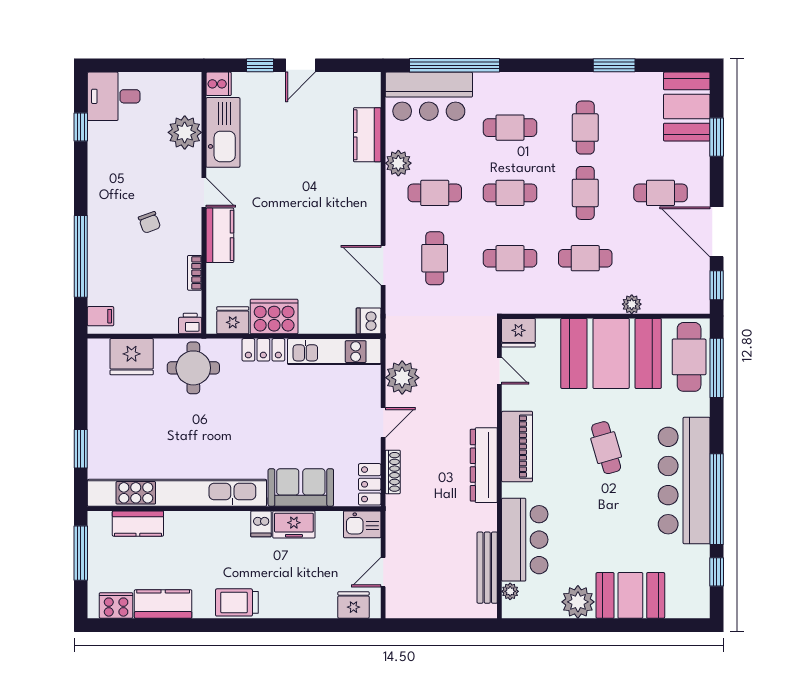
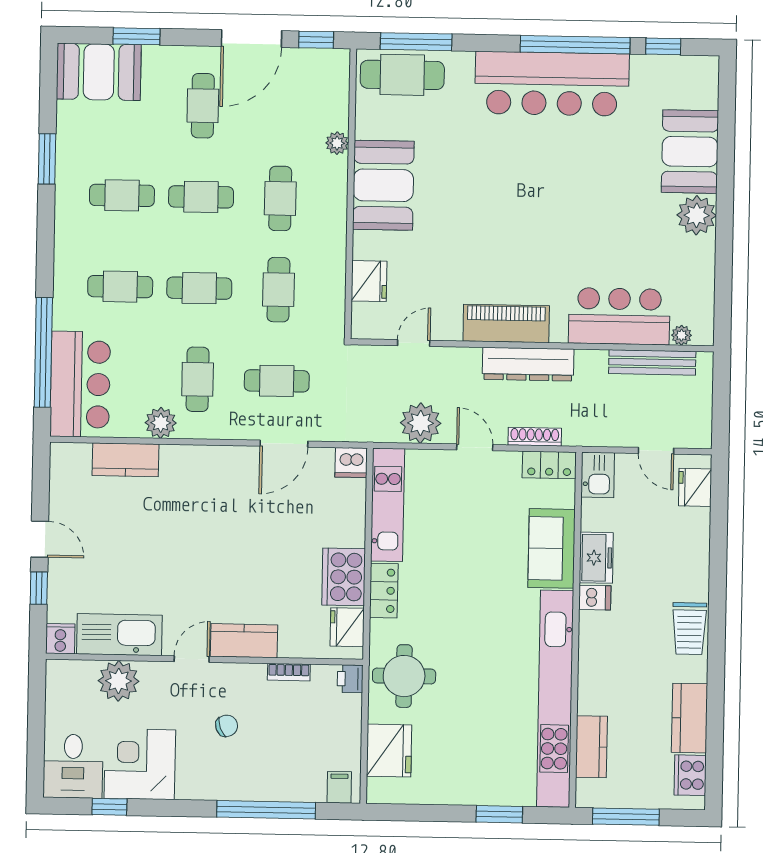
cafe table: (510, 128) -> (120, 287), turned 90
corner desk: (116, 151) -> (140, 764), added
cafe table: (510, 193) -> (199, 288), turned 90
booth: (611, 353) -> (383, 185), width x0.73, depth x0.70
door: (499, 371) -> (414, 343), moved
piano: (517, 447) -> (506, 323), moved
cafe table: (606, 448) -> (510, 178), removed
dresser: (484, 465) -> (528, 364), moved
wall: (499, 468) -> (532, 345), moved
bar counter: (525, 540) -> (619, 316), moved
bench: (487, 568) -> (652, 362), moved
plant: (510, 591) -> (682, 335), moved

